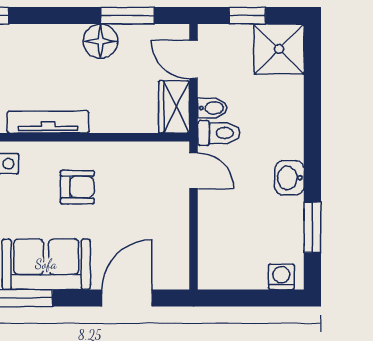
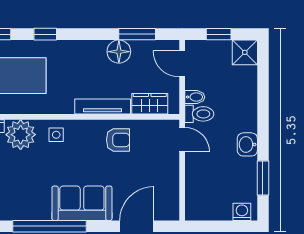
shower: (279, 49) -> (245, 52), width x0.73, depth x0.73
wardrobe: (174, 107) -> (150, 104), moved, turned 90
tv unit: (48, 122) -> (103, 106), moved
armchair: (77, 187) -> (118, 140), moved

